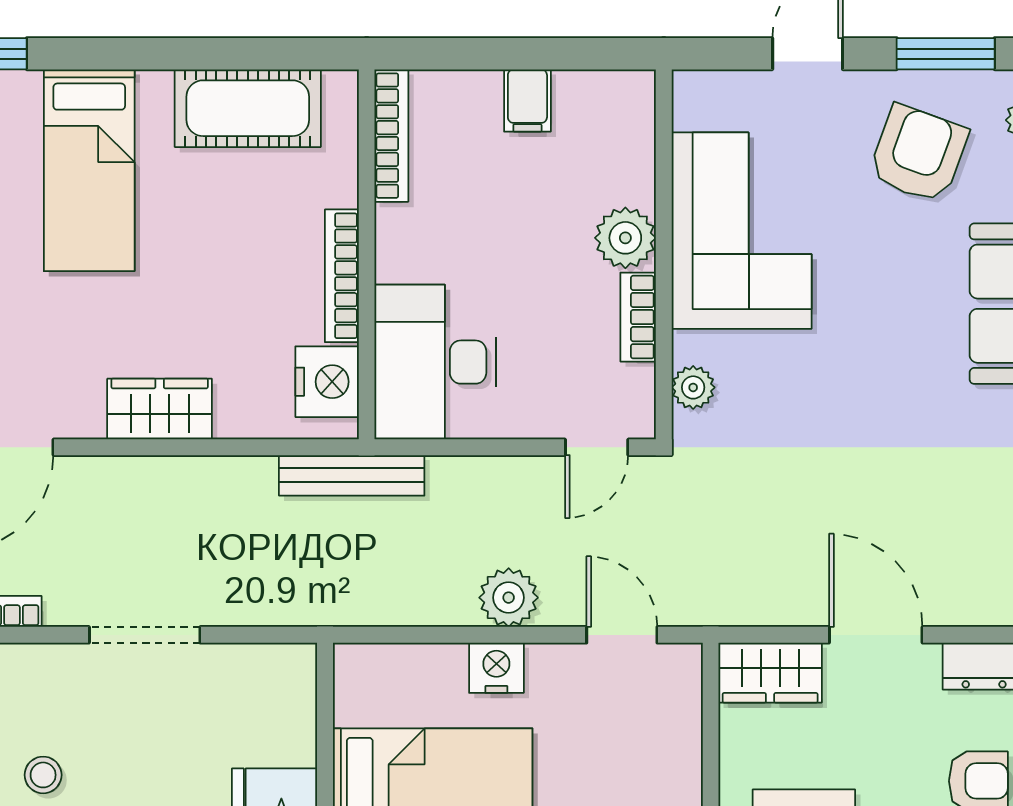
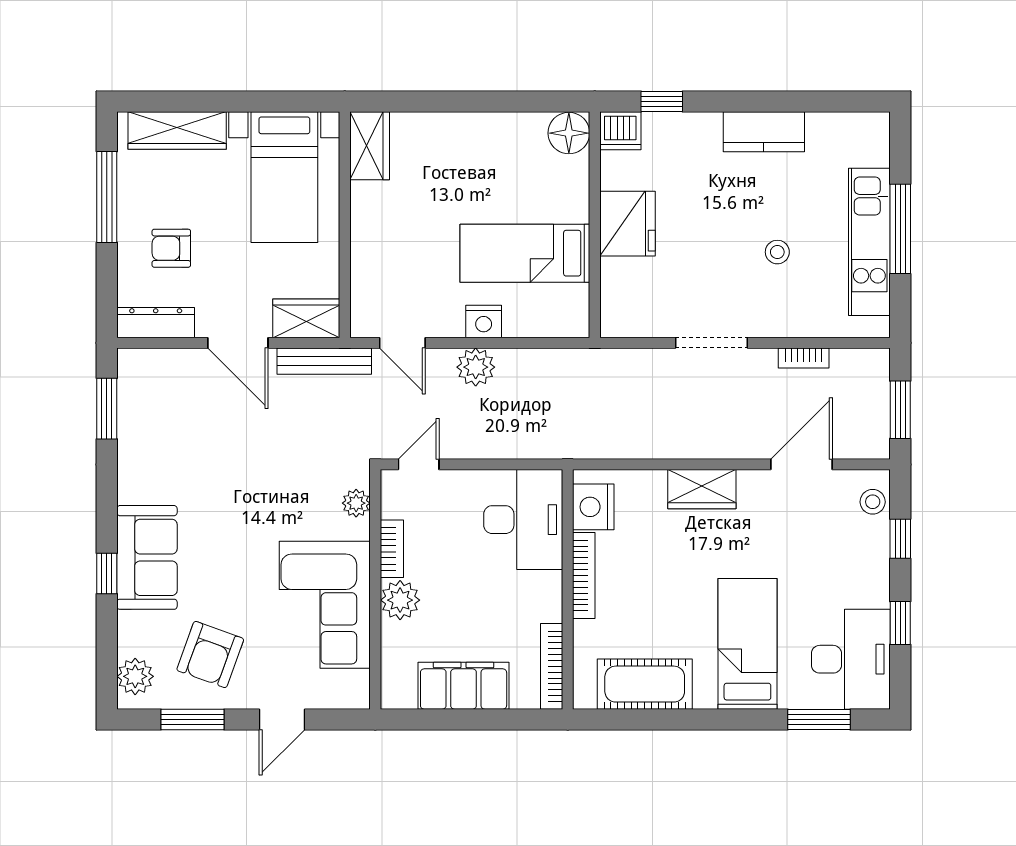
filing cabinet: (527, 101) -> (464, 686), width x3.00, depth x1.17
bench: (352, 475) -> (324, 361), moved

